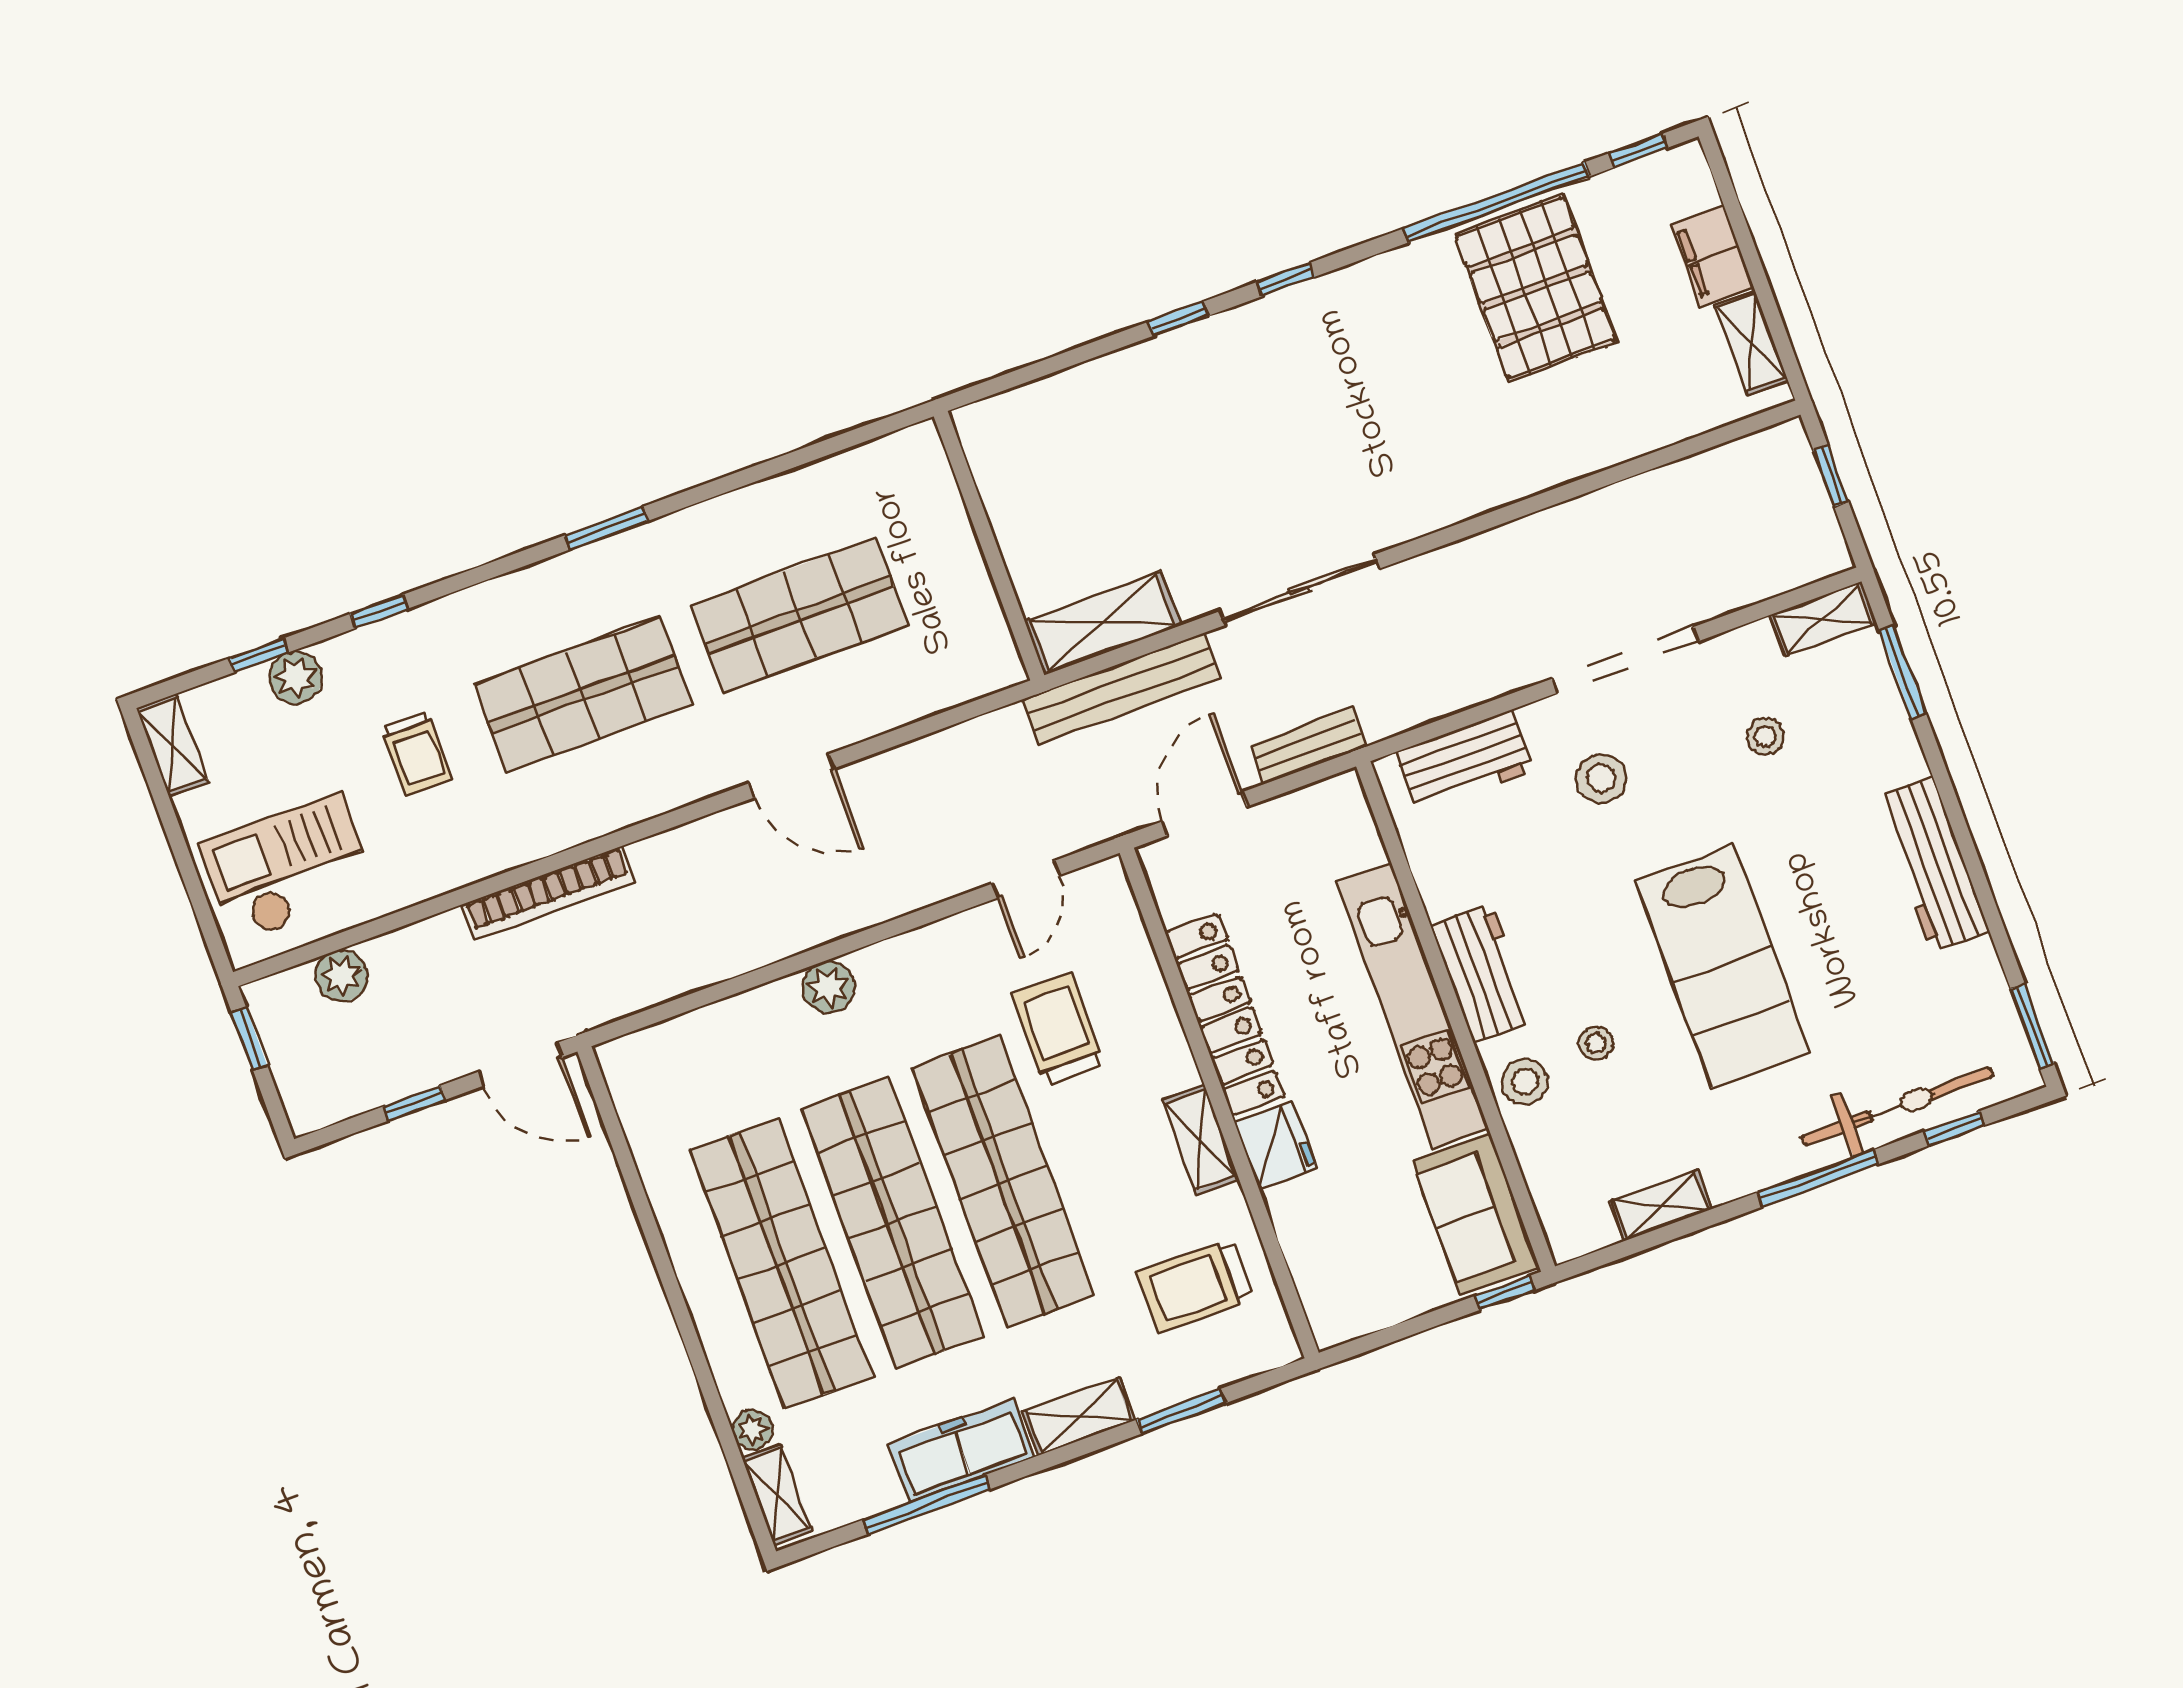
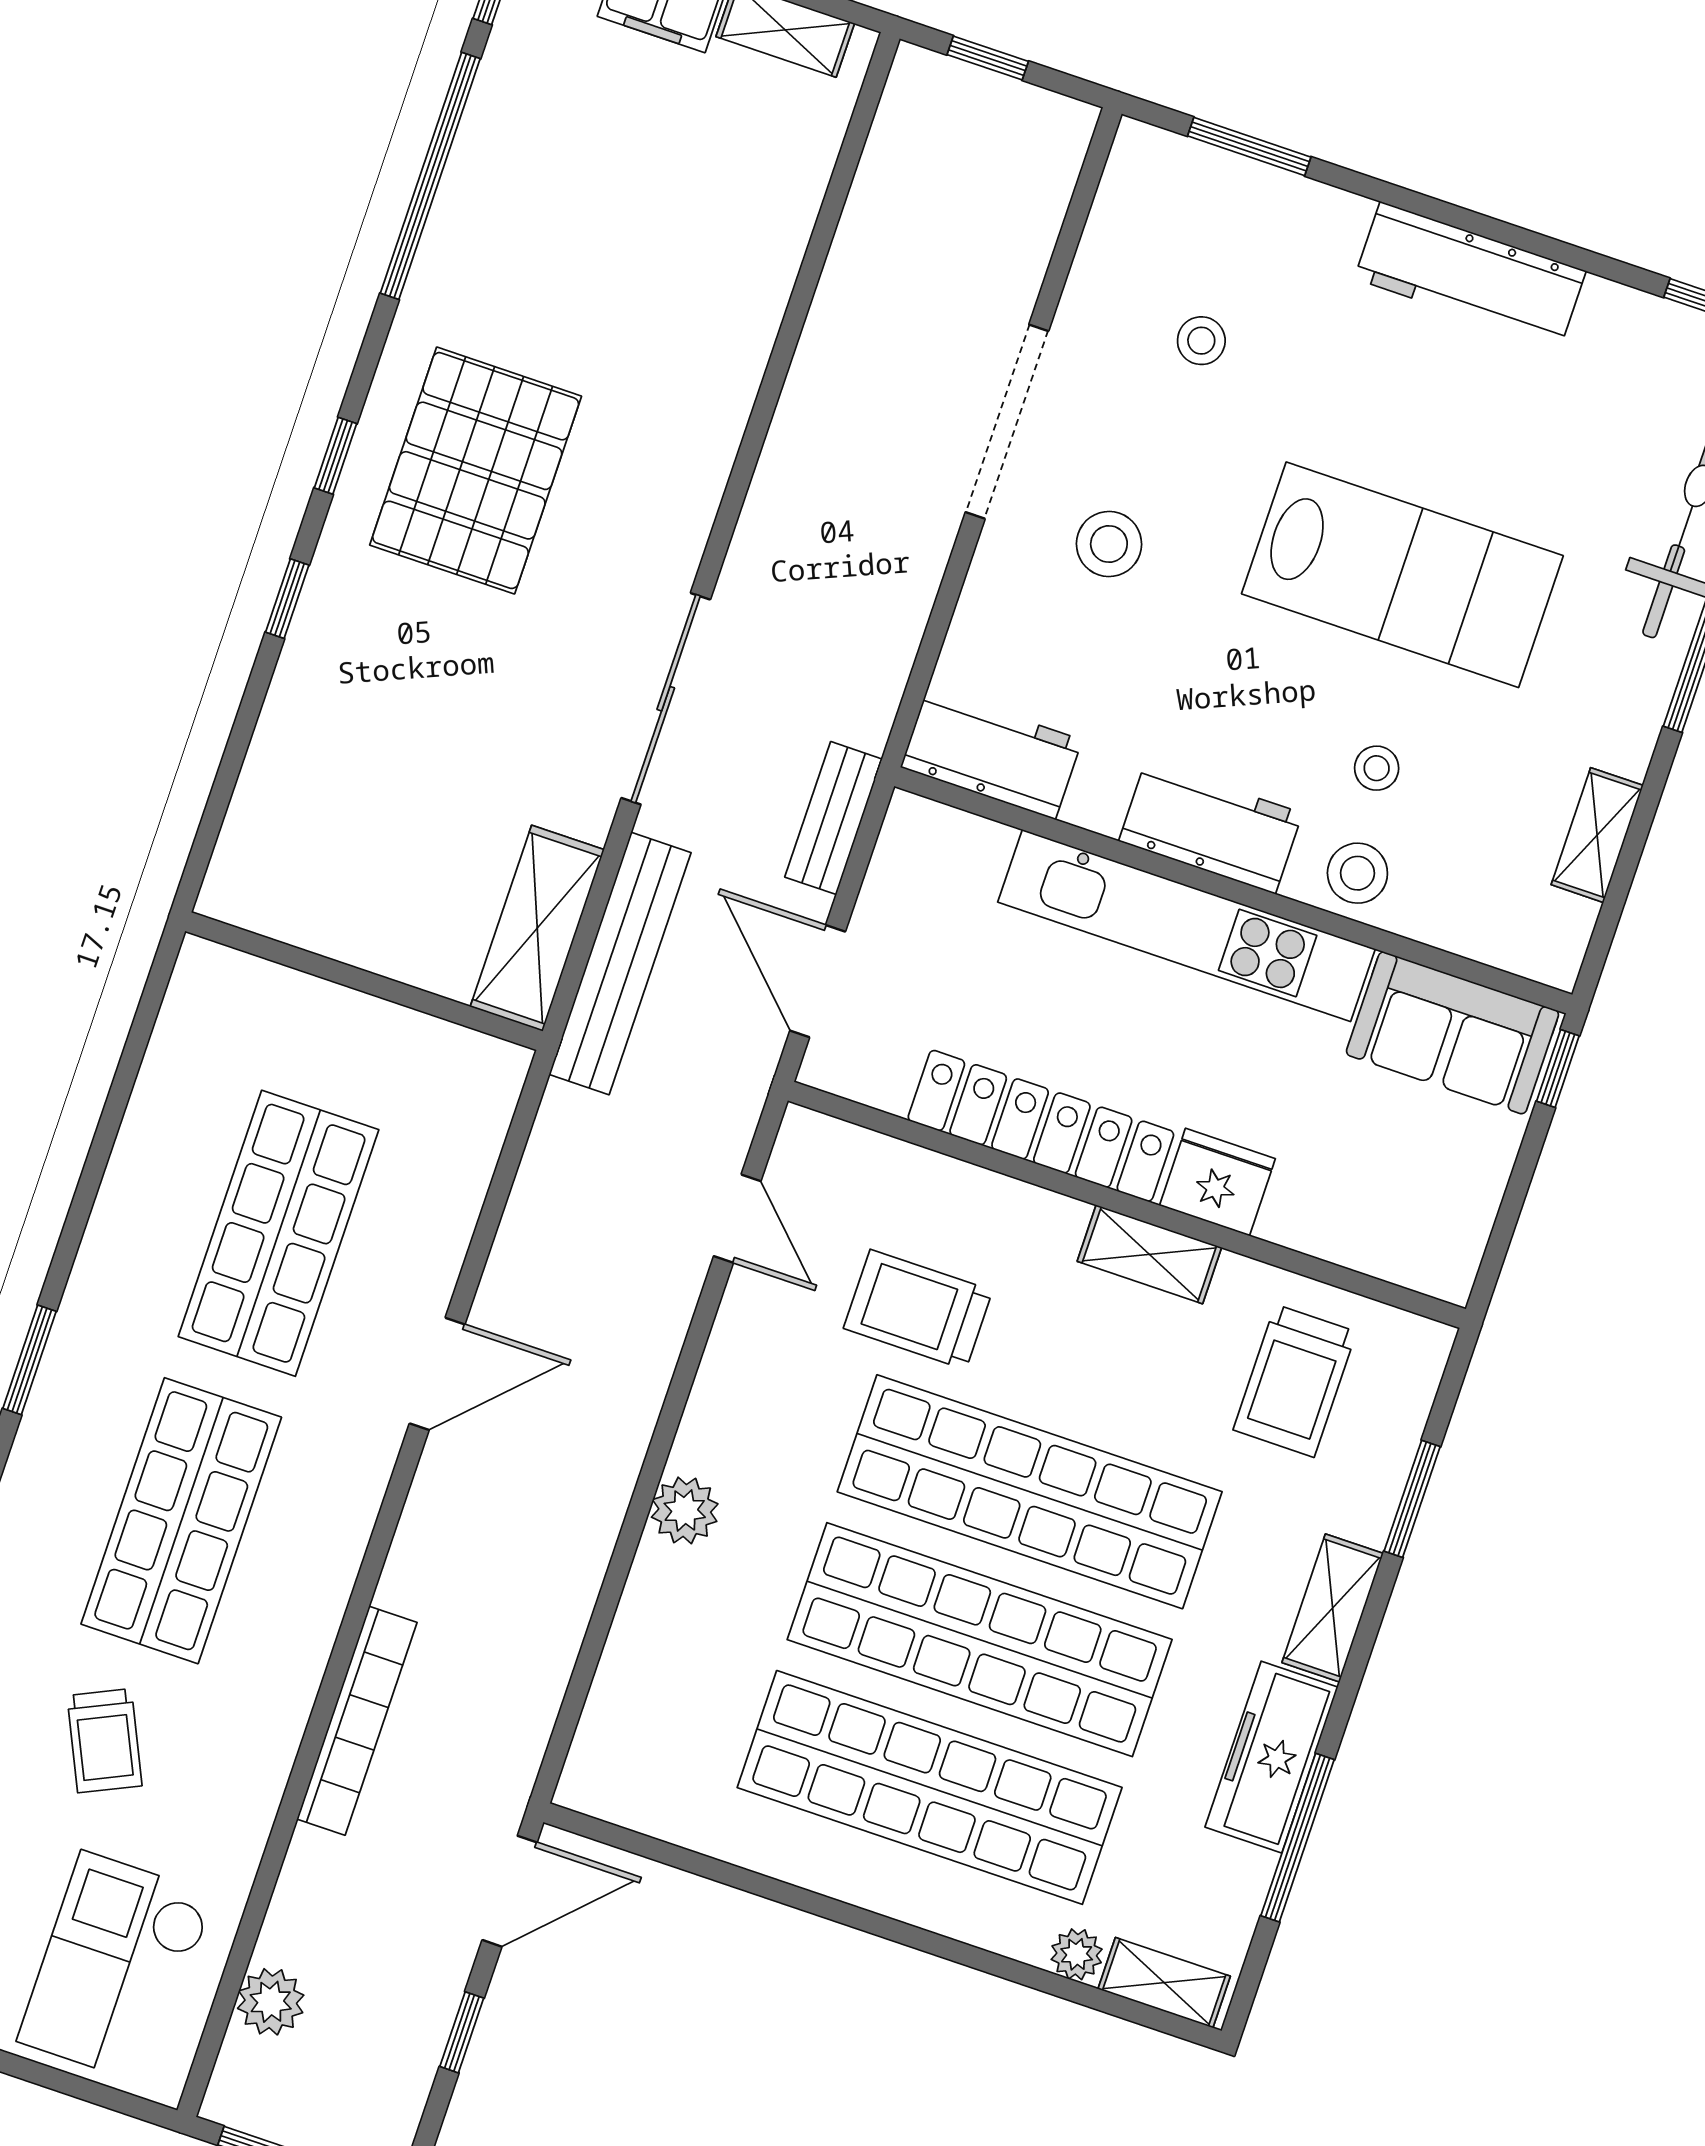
pallet: (1536, 288) -> (476, 471), moved, turned 90
shelving: (1823, 619) -> (1128, 184), removed
trolley: (417, 753) -> (104, 1741), turned 65
workbench: (1464, 761) -> (991, 754), moved, turned -90

